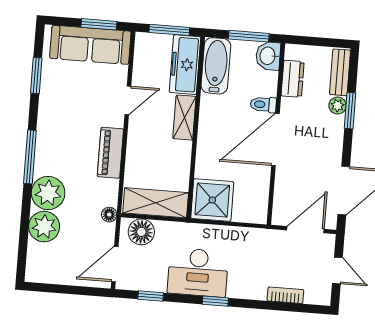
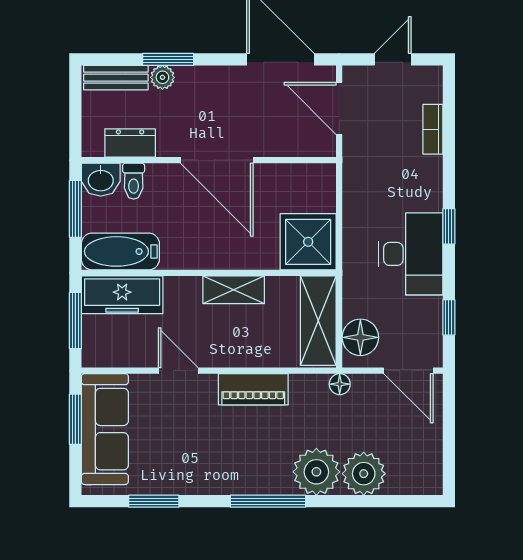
toilet: (263, 105) -> (134, 181), moved
shelving: (184, 118) -> (234, 290), moved

